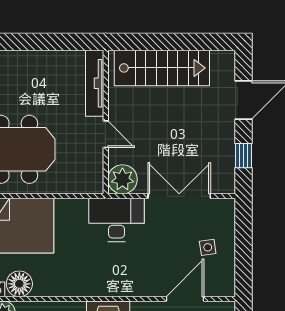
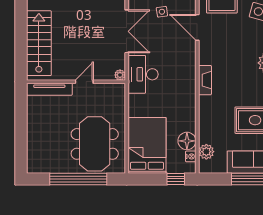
plant: (122, 179) -> (120, 75), width x0.53, depth x0.53
double door: (179, 196) -> (127, 31), swing flipped

